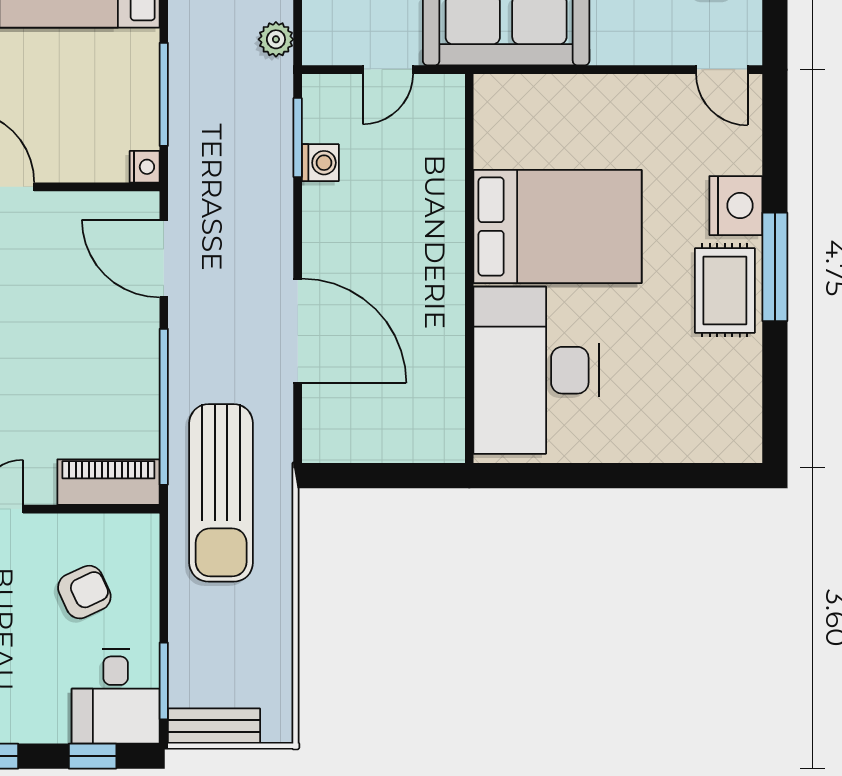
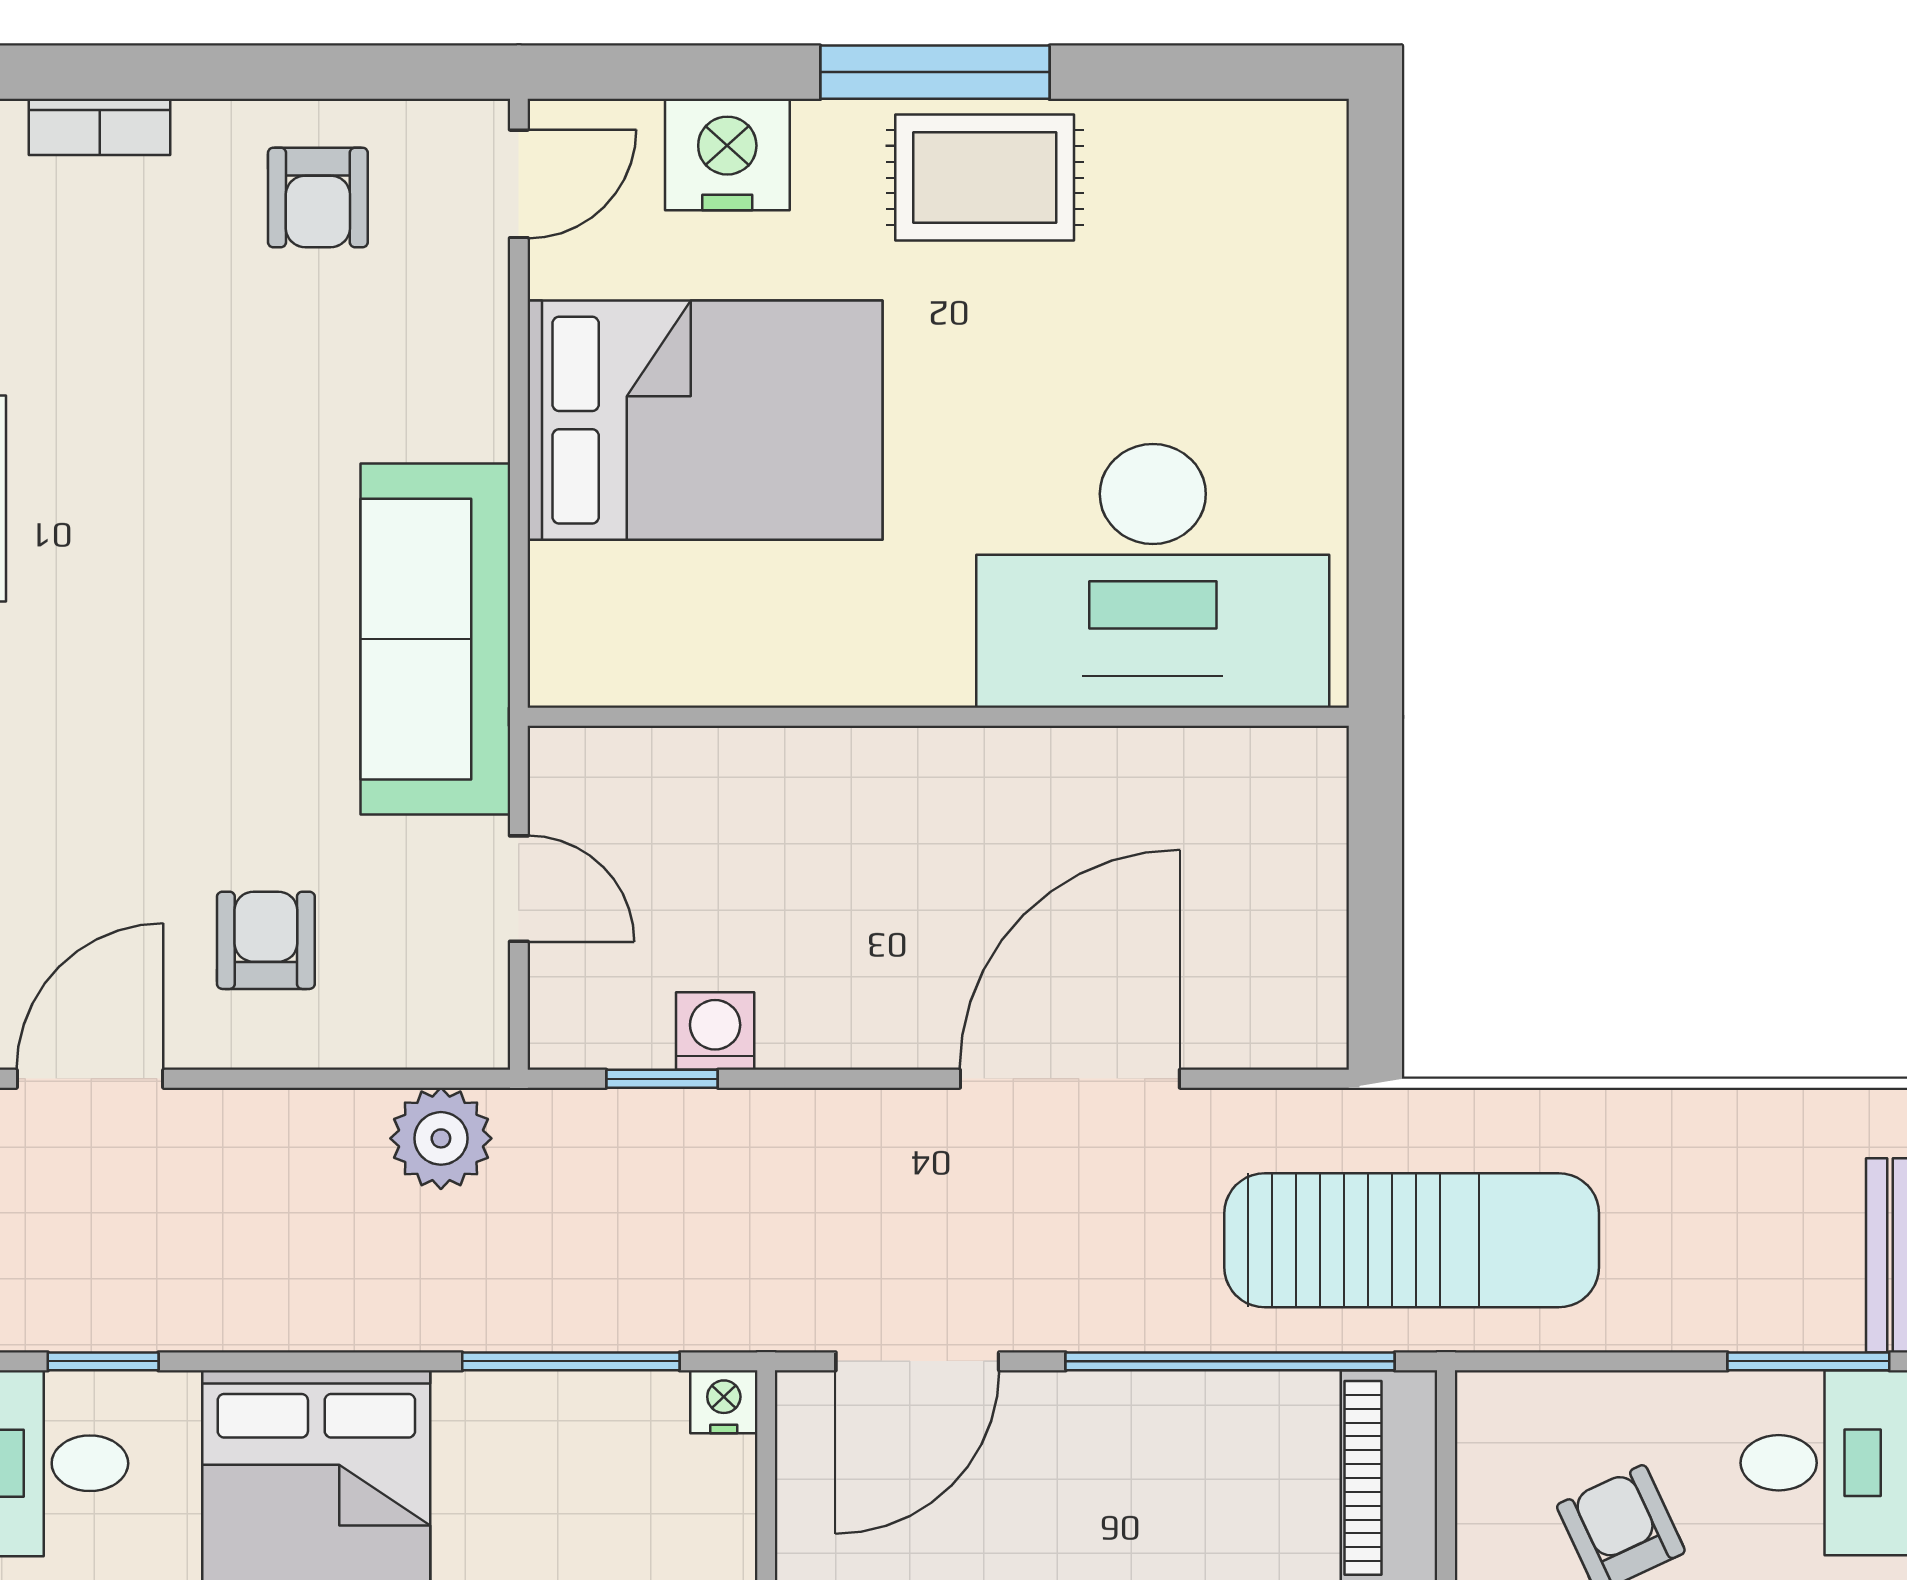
plant: (276, 39) -> (441, 1138), width x1.38, depth x1.38
window: (298, 138) -> (662, 1079), width x0.67
nightstand: (736, 206) -> (727, 155), moved
bed: (557, 226) -> (705, 420), moved, turned 90

